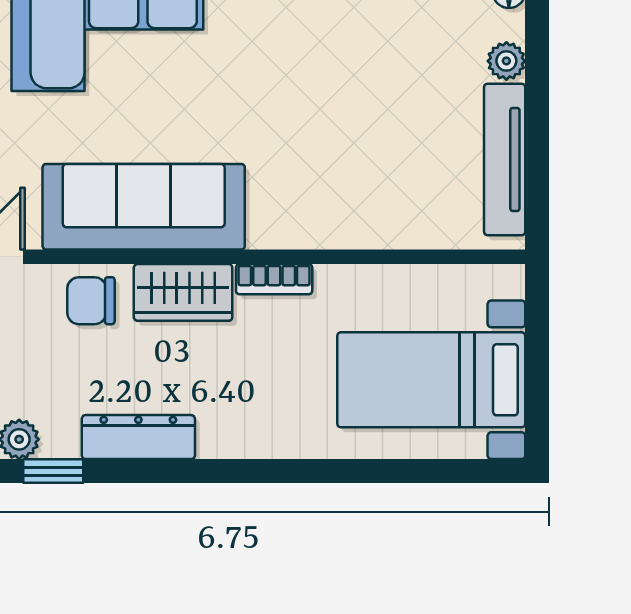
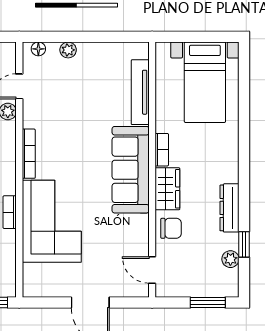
tv unit: (505, 159) -> (140, 92), moved, turned 90
sofa: (144, 207) -> (131, 170), moved
chair: (91, 301) -> (171, 228), turned -90

